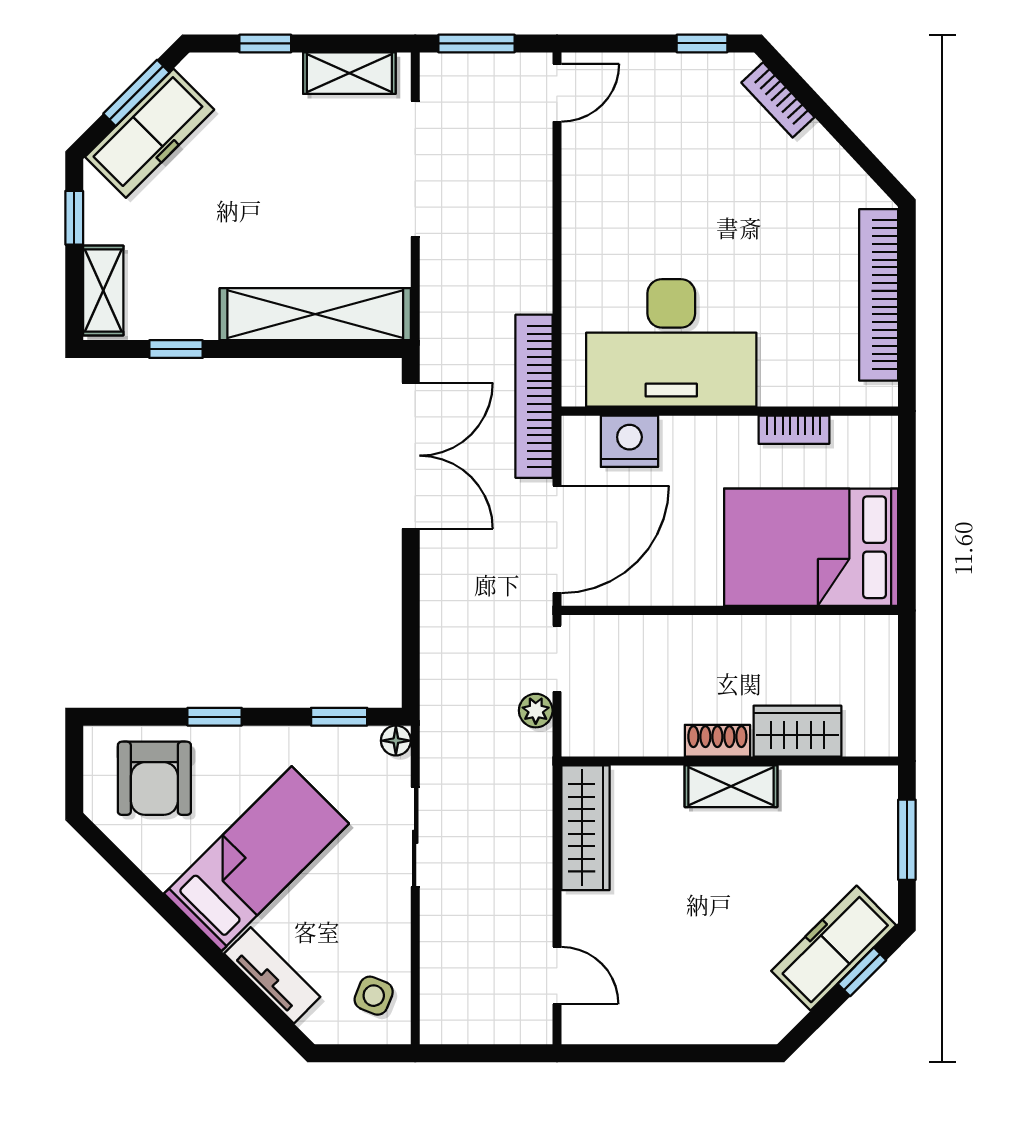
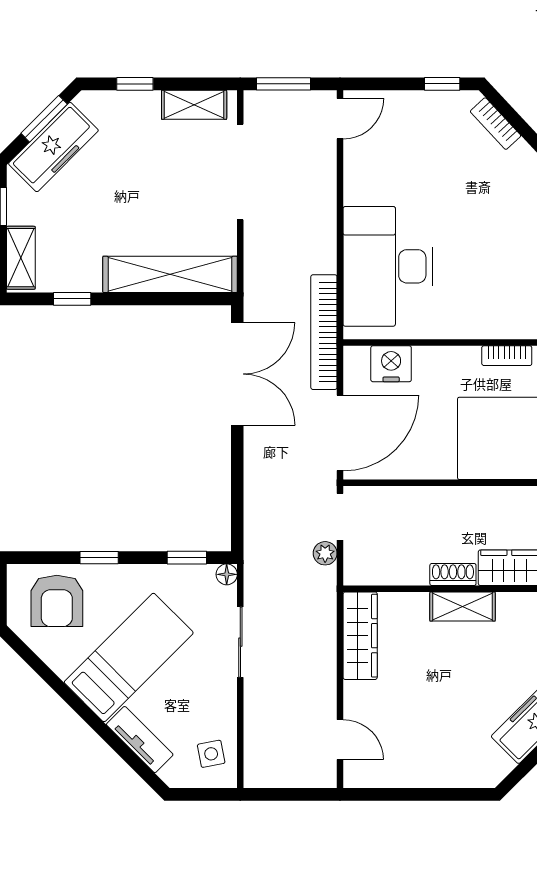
desk: (671, 343) -> (388, 266), moved, turned 90
side table: (374, 996) -> (211, 754), turned -33

